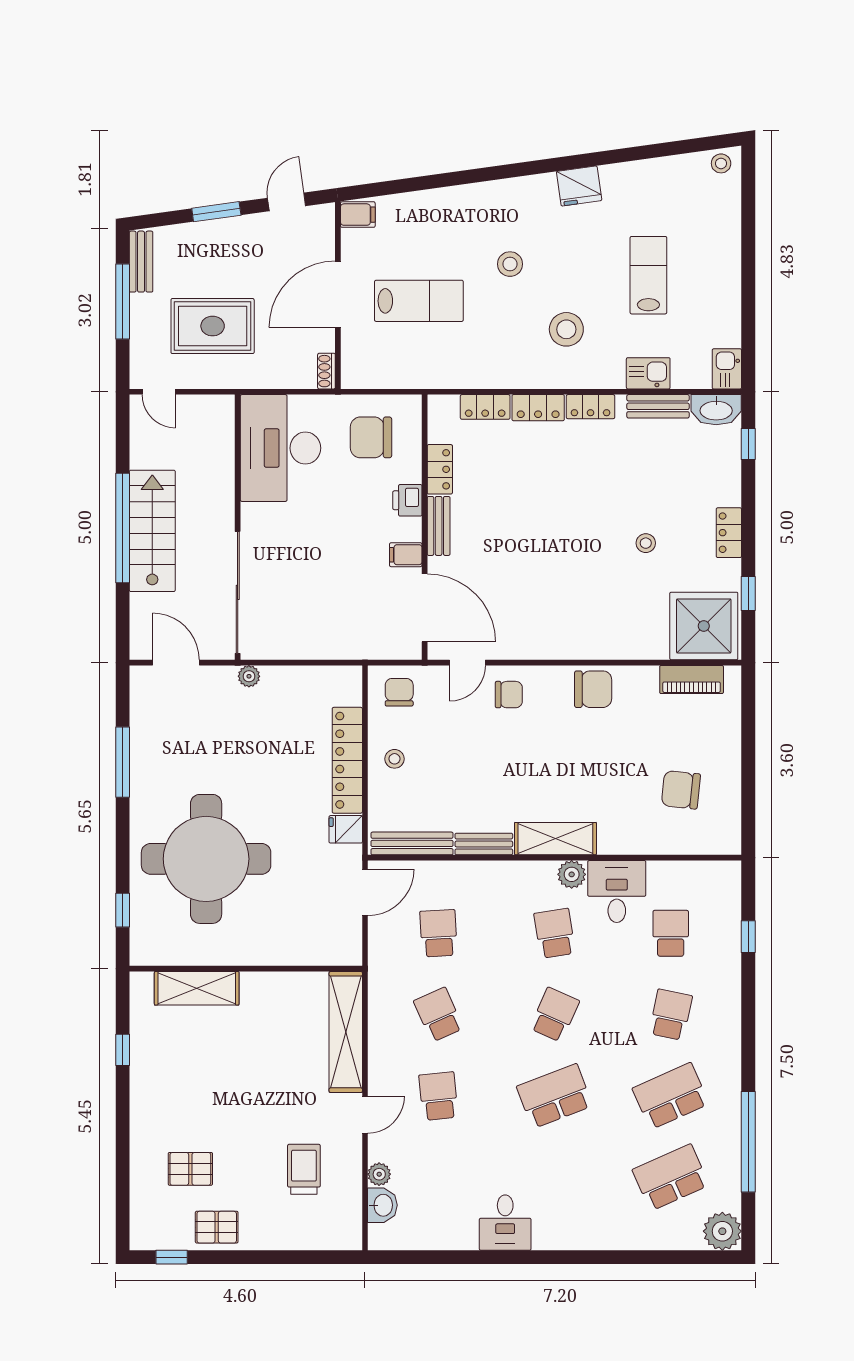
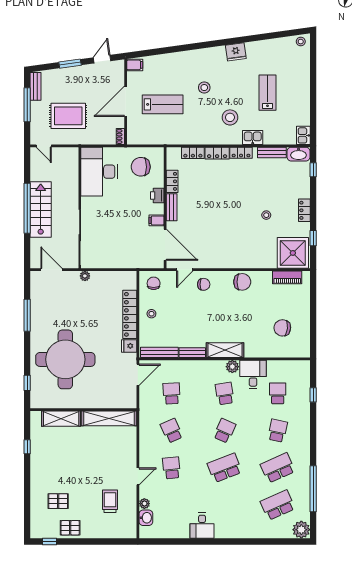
kitchen sink: (648, 373) -> (253, 137), moved
shelving: (346, 1032) -> (109, 418), moved, turned 90

